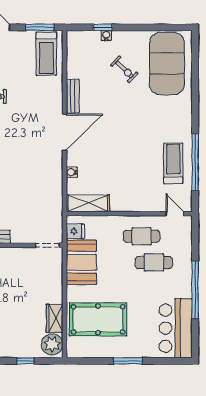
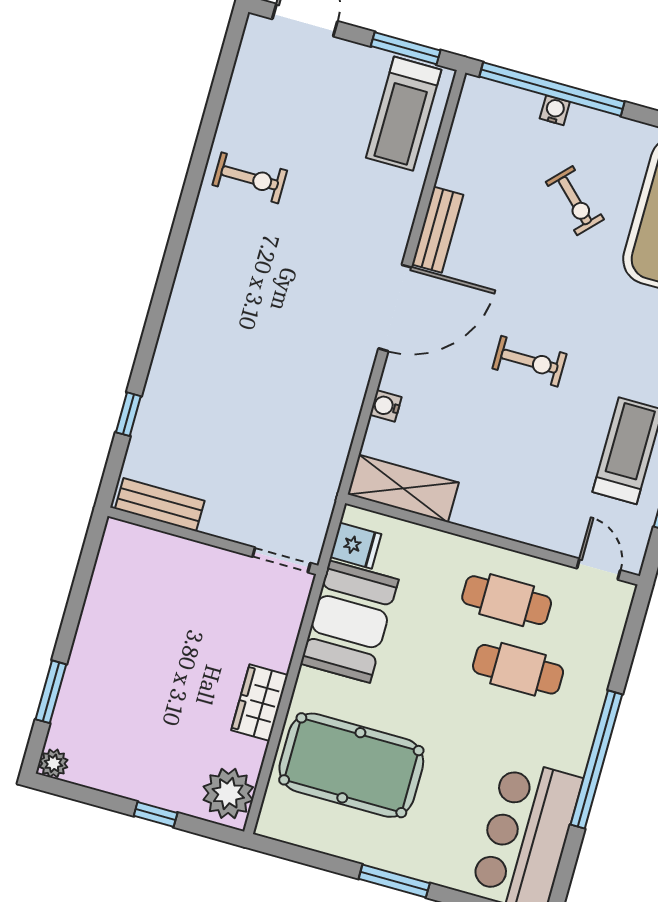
window: (103, 27) -> (552, 89), width x3.17
exercise bike: (124, 138) -> (529, 361), added
wardrobe: (54, 318) -> (260, 703), moved

